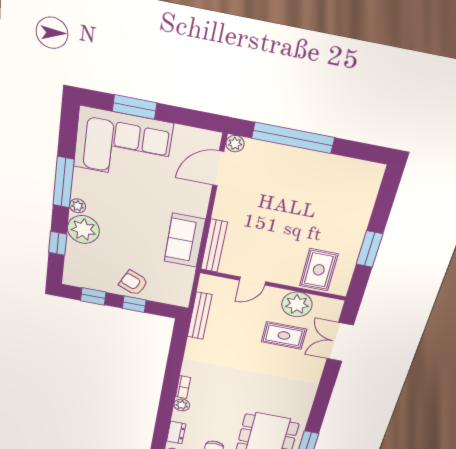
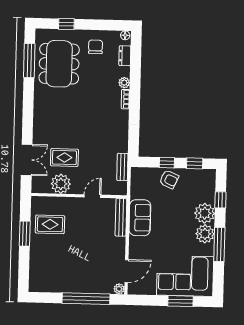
plant: (78, 206) -> (205, 234), width x1.88, depth x1.88
rug: (319, 270) -> (50, 224), moved, turned 90
bench: (200, 316) -> (122, 167), width x0.73

